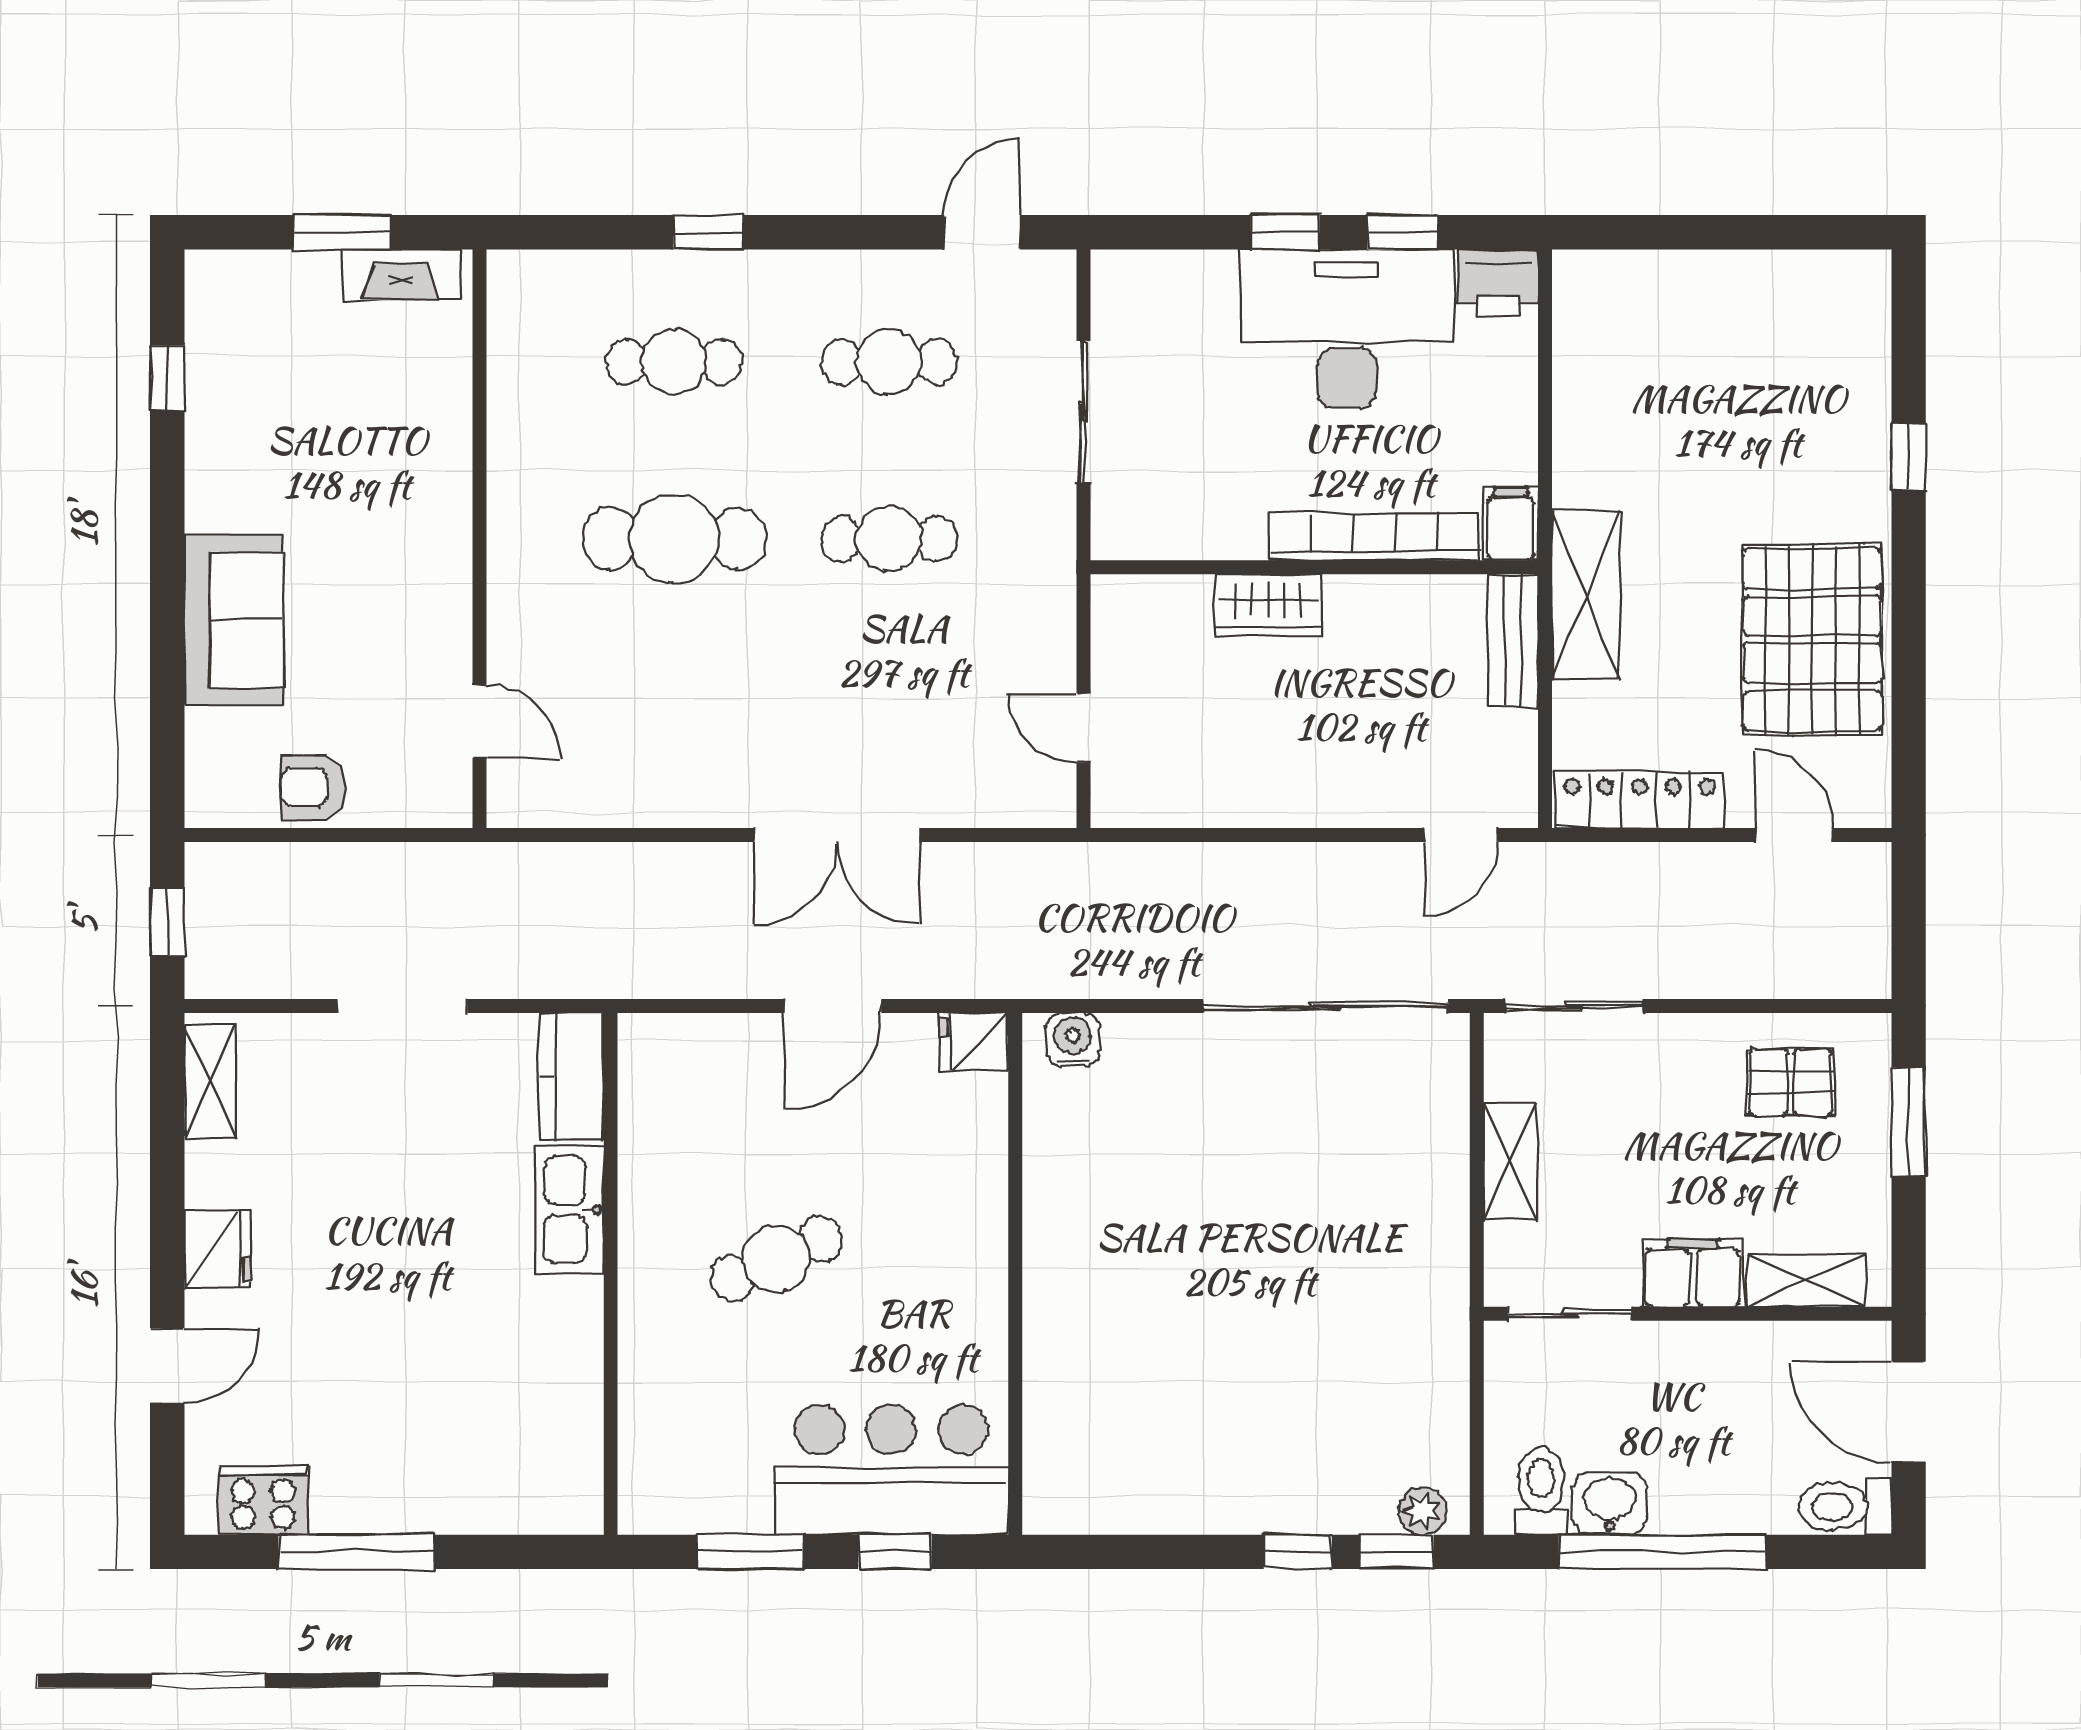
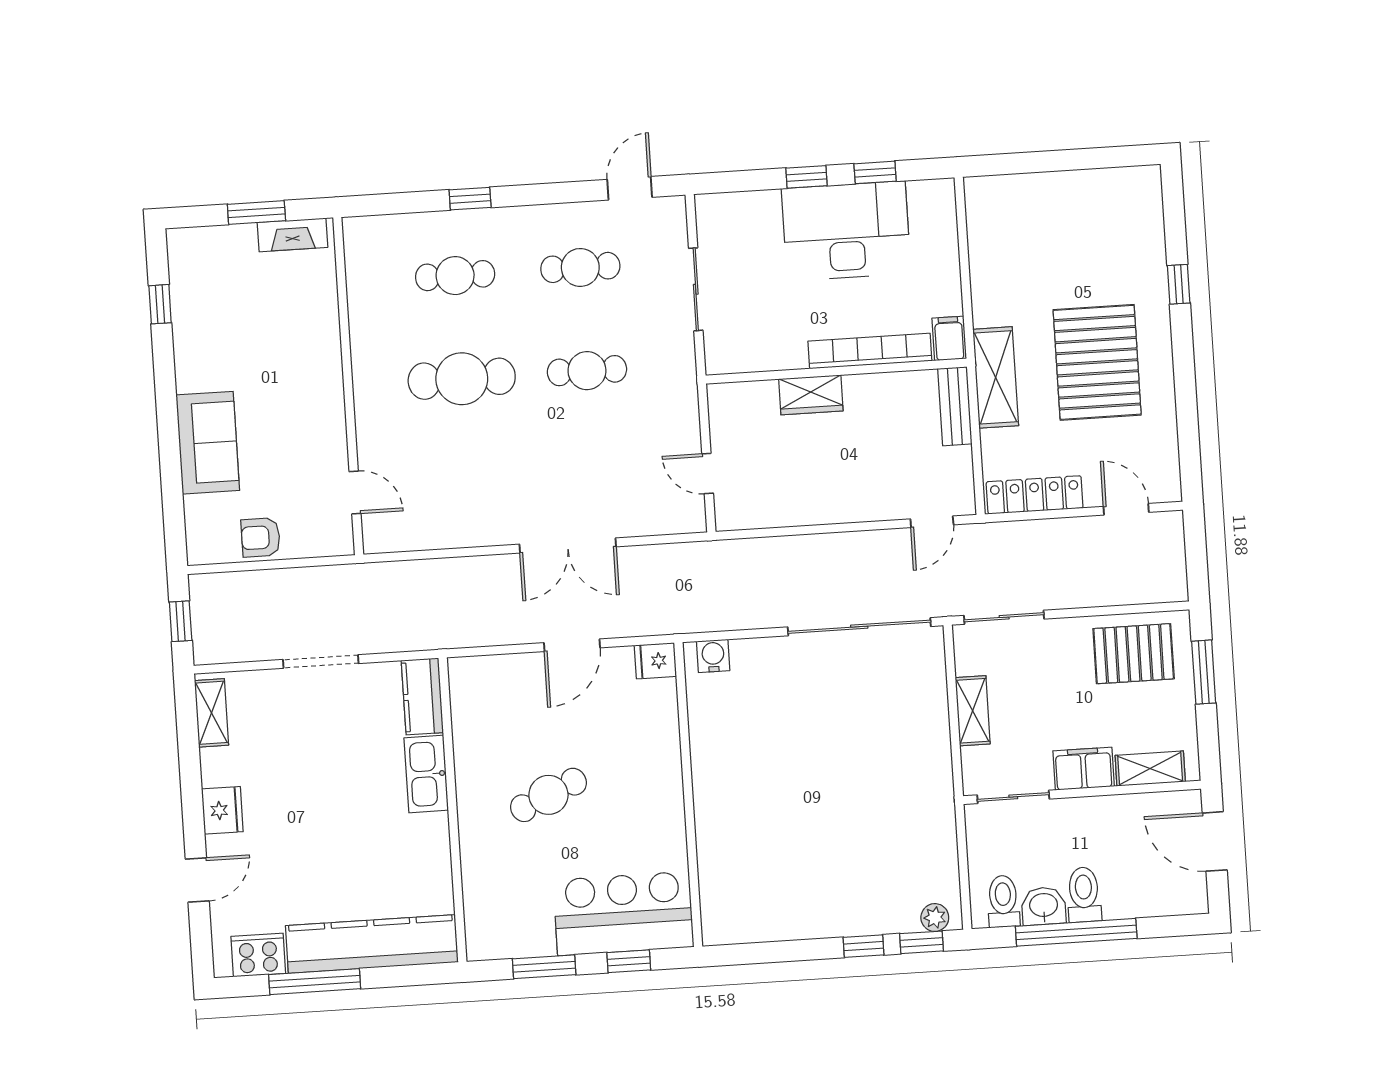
printer: (1498, 283) -> (933, 198), removed
pallet: (1812, 640) -> (1097, 362), moved
pallet: (1791, 1082) -> (1134, 654), width x1.50, depth x1.42
kitchen counter: (458, 1494) -> (372, 944), added
toilet: (1845, 1507) -> (1084, 895), moved, turned 90

